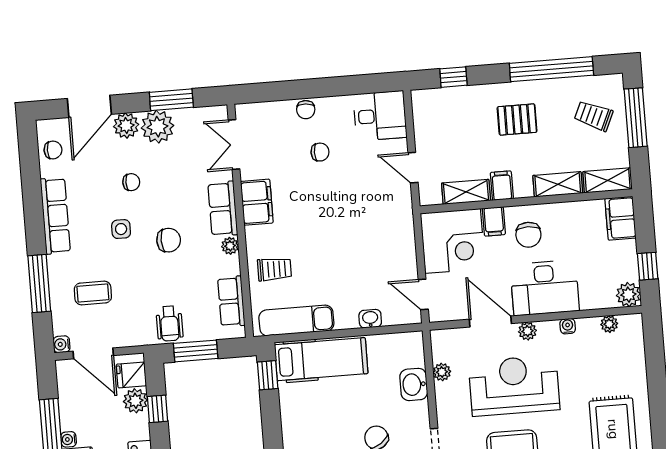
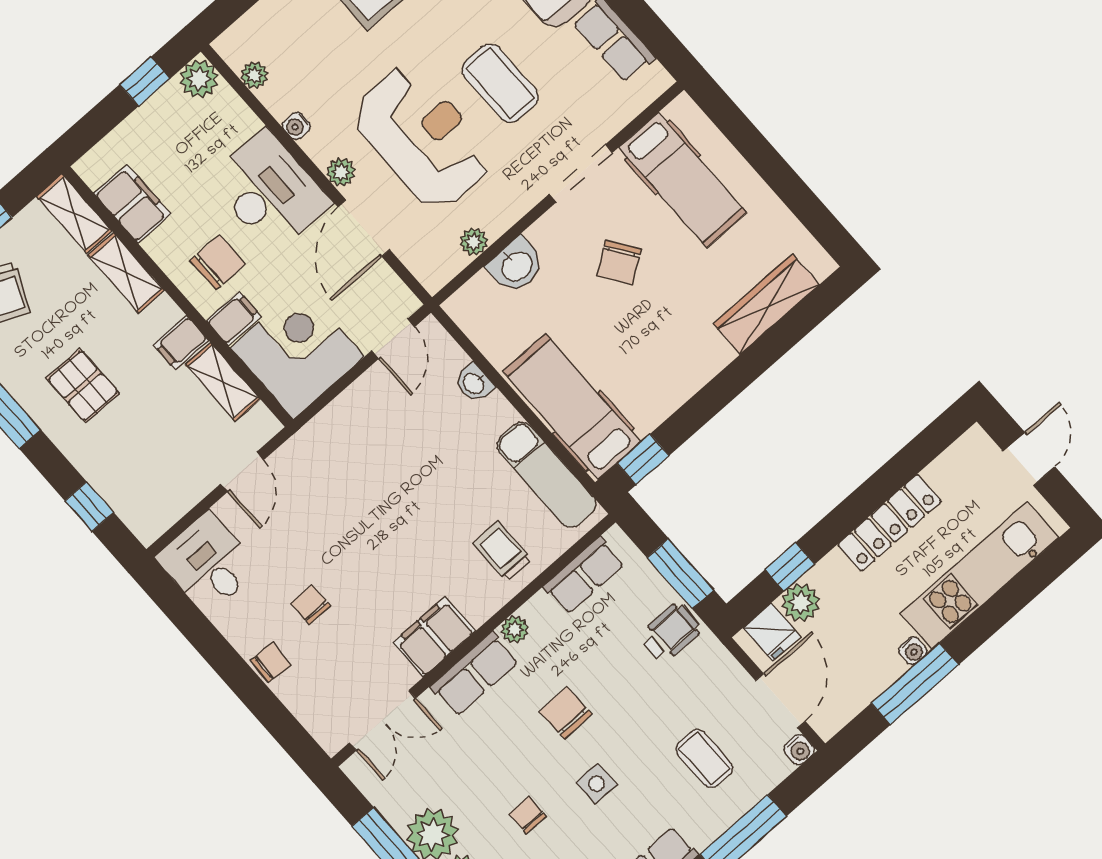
filing cabinet: (620, 218) -> (132, 204), moved, turned -90
reception desk: (514, 386) -> (423, 137), turned 180

